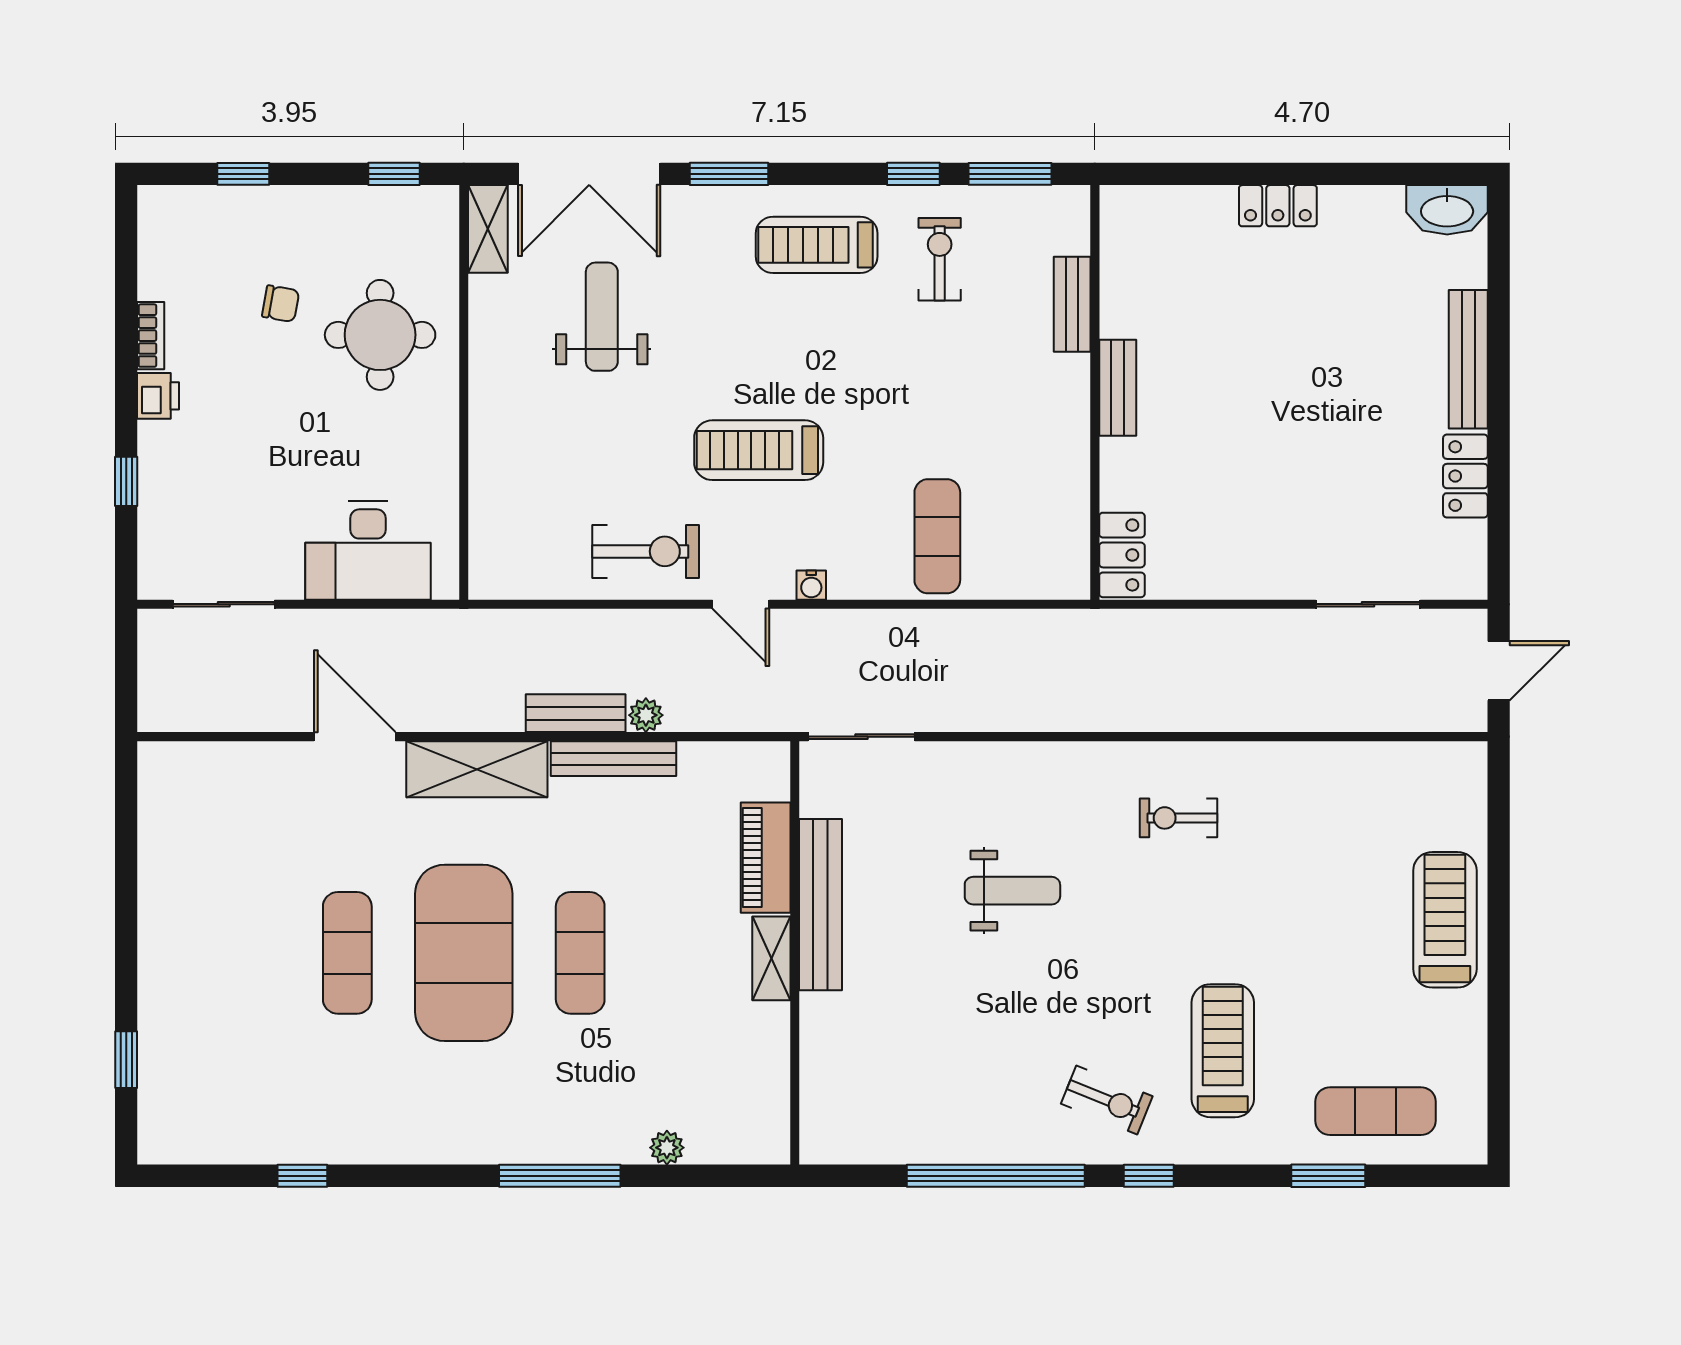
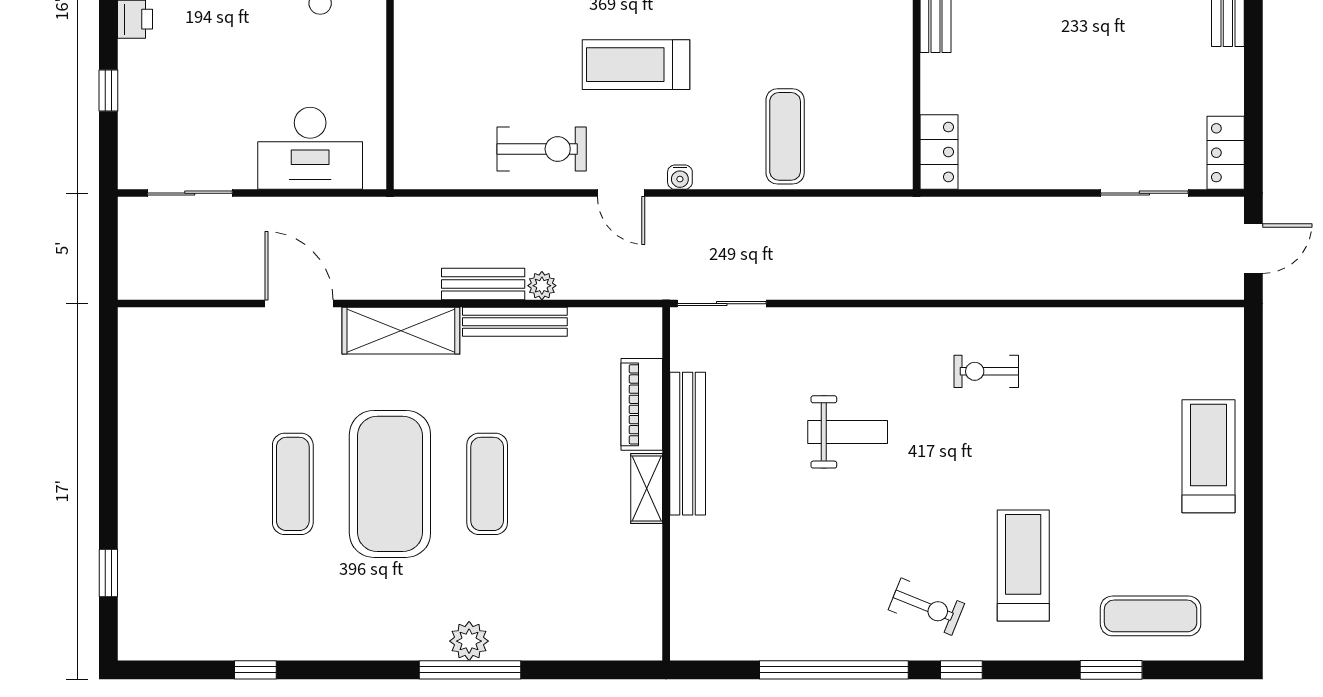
locker: (1465, 476) -> (1226, 153), moved
plant: (667, 1148) -> (469, 641), moved, width x1.38, depth x1.38

